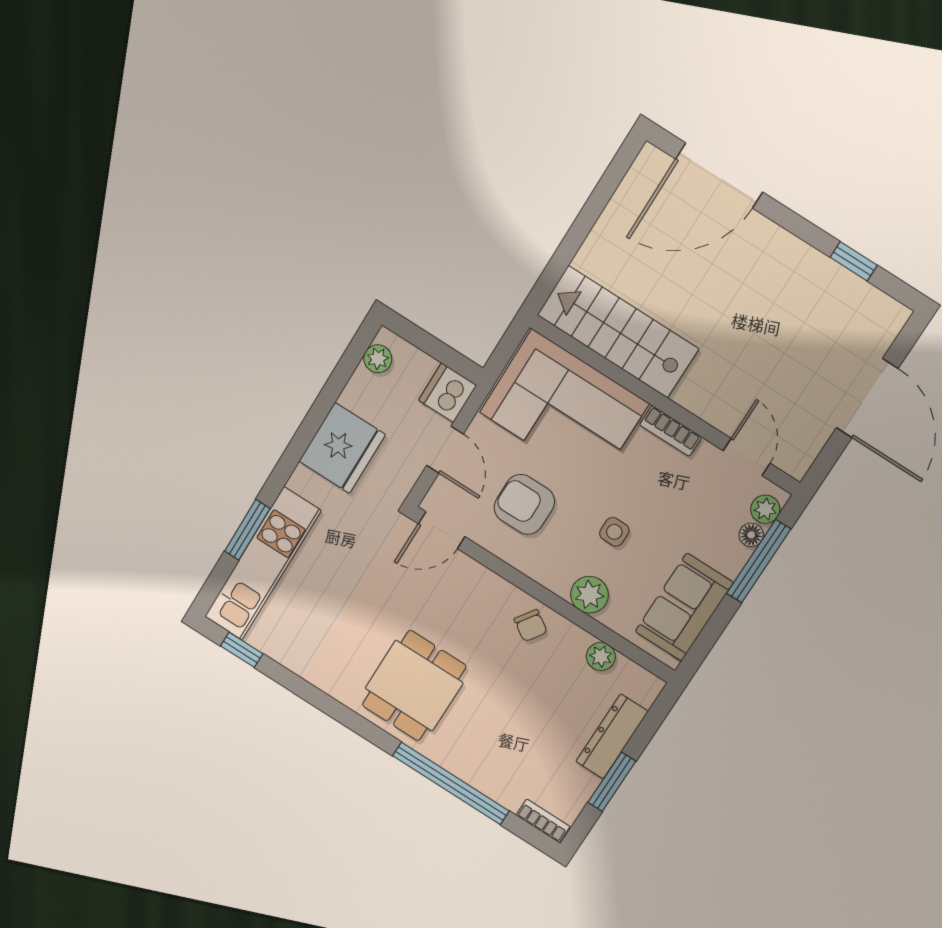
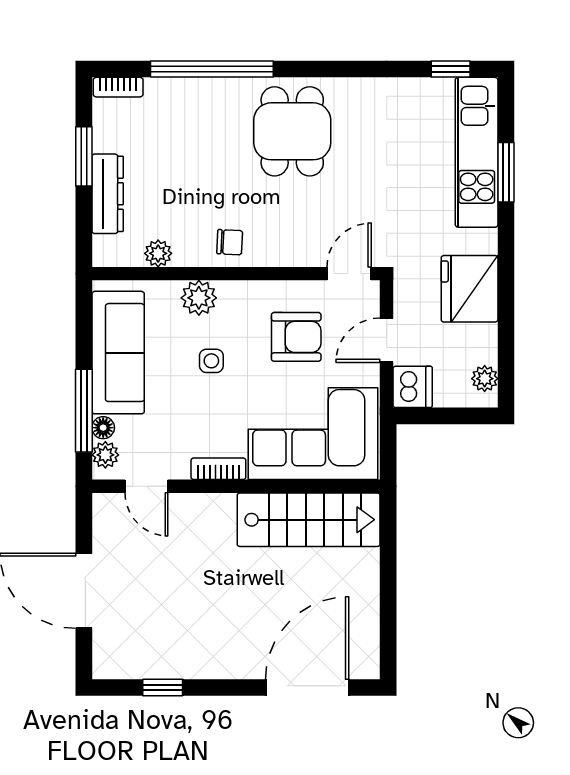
door: (445, 450) -> (387, 340), hinge flipped
sofa: (684, 607) -> (118, 353), width x1.36
chair: (531, 626) -> (230, 242), turned 149

